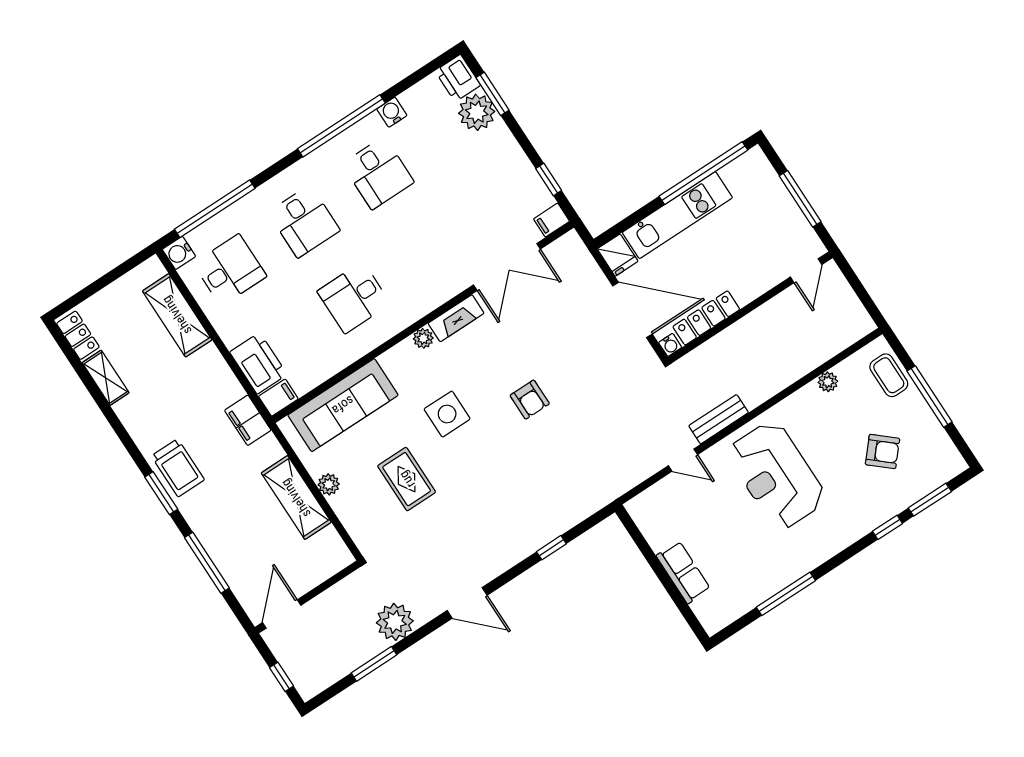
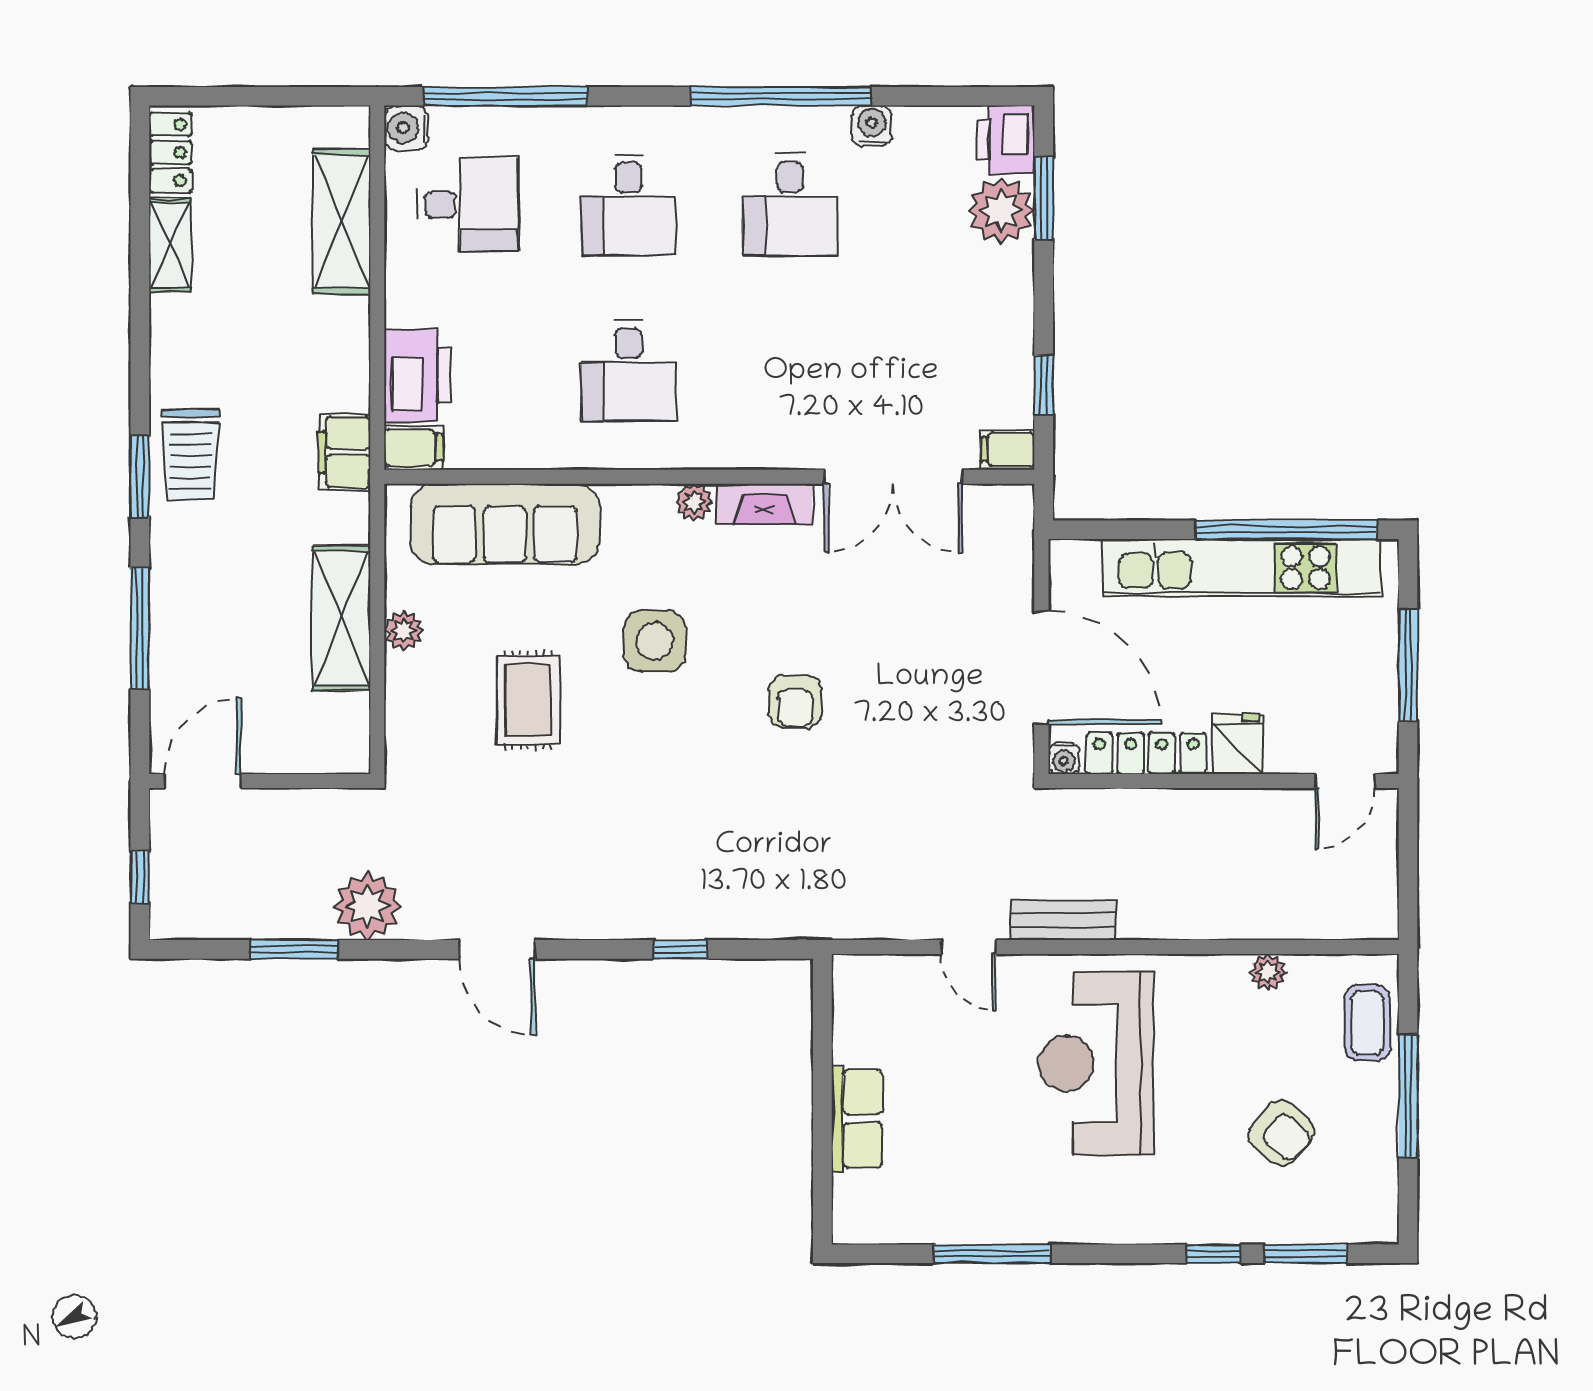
kitchen unit: (677, 215) -> (1242, 568), width x1.36
fridge: (618, 255) -> (1238, 744), moved, turned 180
desk: (354, 298) -> (629, 371), turned -90

